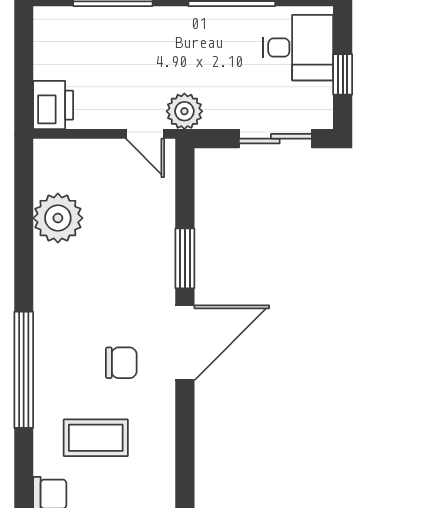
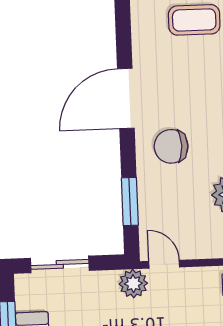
window: (185, 258) -> (130, 202), moved
chair: (121, 363) -> (171, 146), moved, width x1.37, depth x1.37

